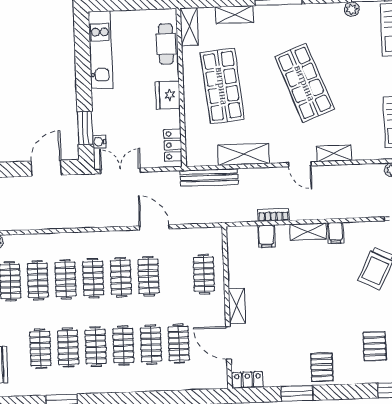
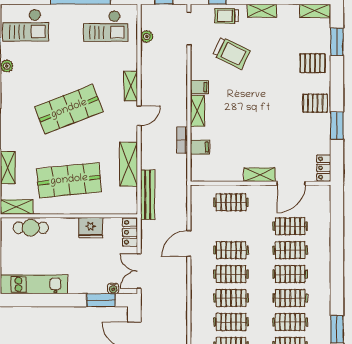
fridge: (168, 95) -> (91, 228), moved
locker: (173, 145) -> (130, 232), moved, turned 90
pallet: (375, 346) -> (313, 63), moved

